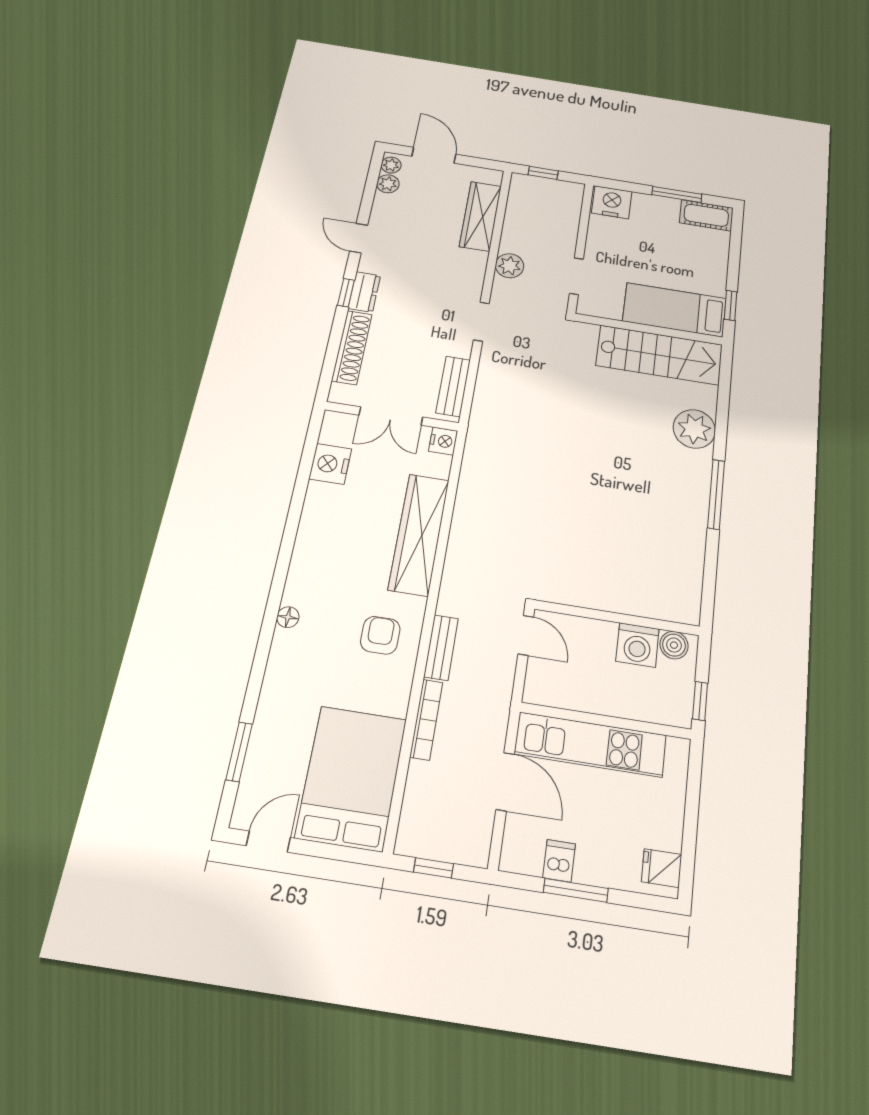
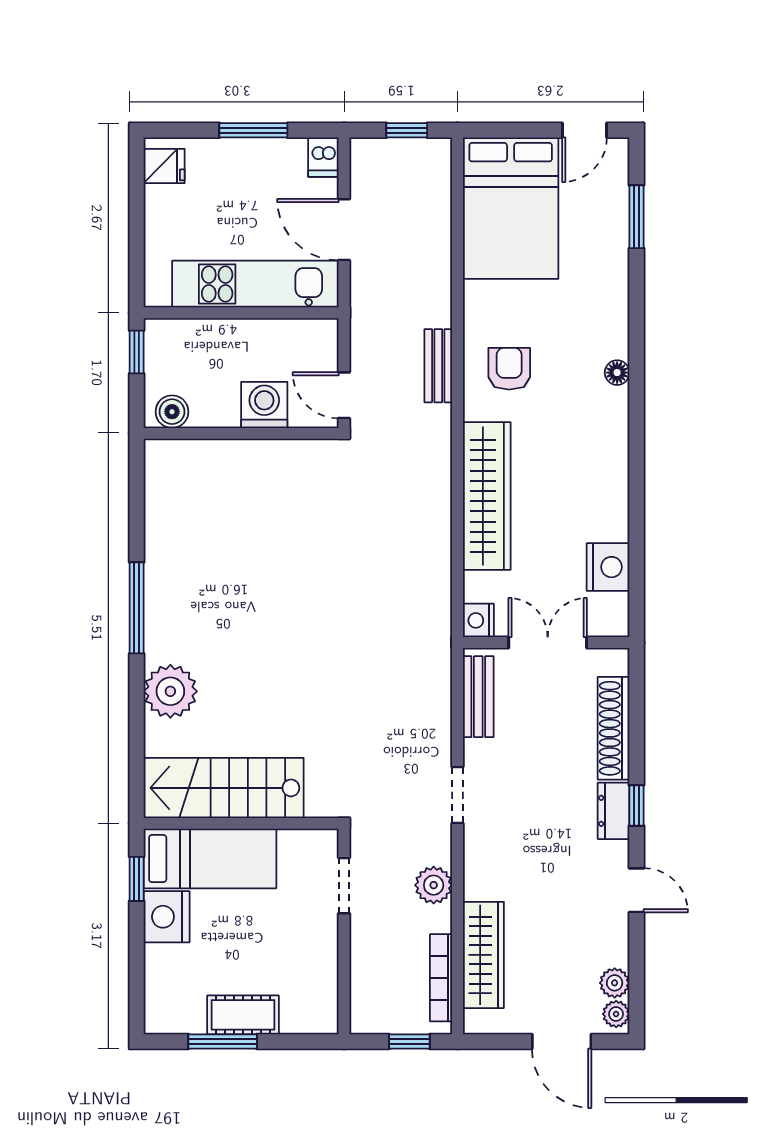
nightstand: (612, 202) -> (167, 917), moved, turned 90
cot: (706, 215) -> (243, 1015), moved
armchair: (380, 635) -> (509, 369), turned 180
washing machine: (637, 645) -> (264, 405), moved
bookcase: (426, 719) -> (441, 978), moved
dishwasher: (559, 861) -> (323, 157), moved

